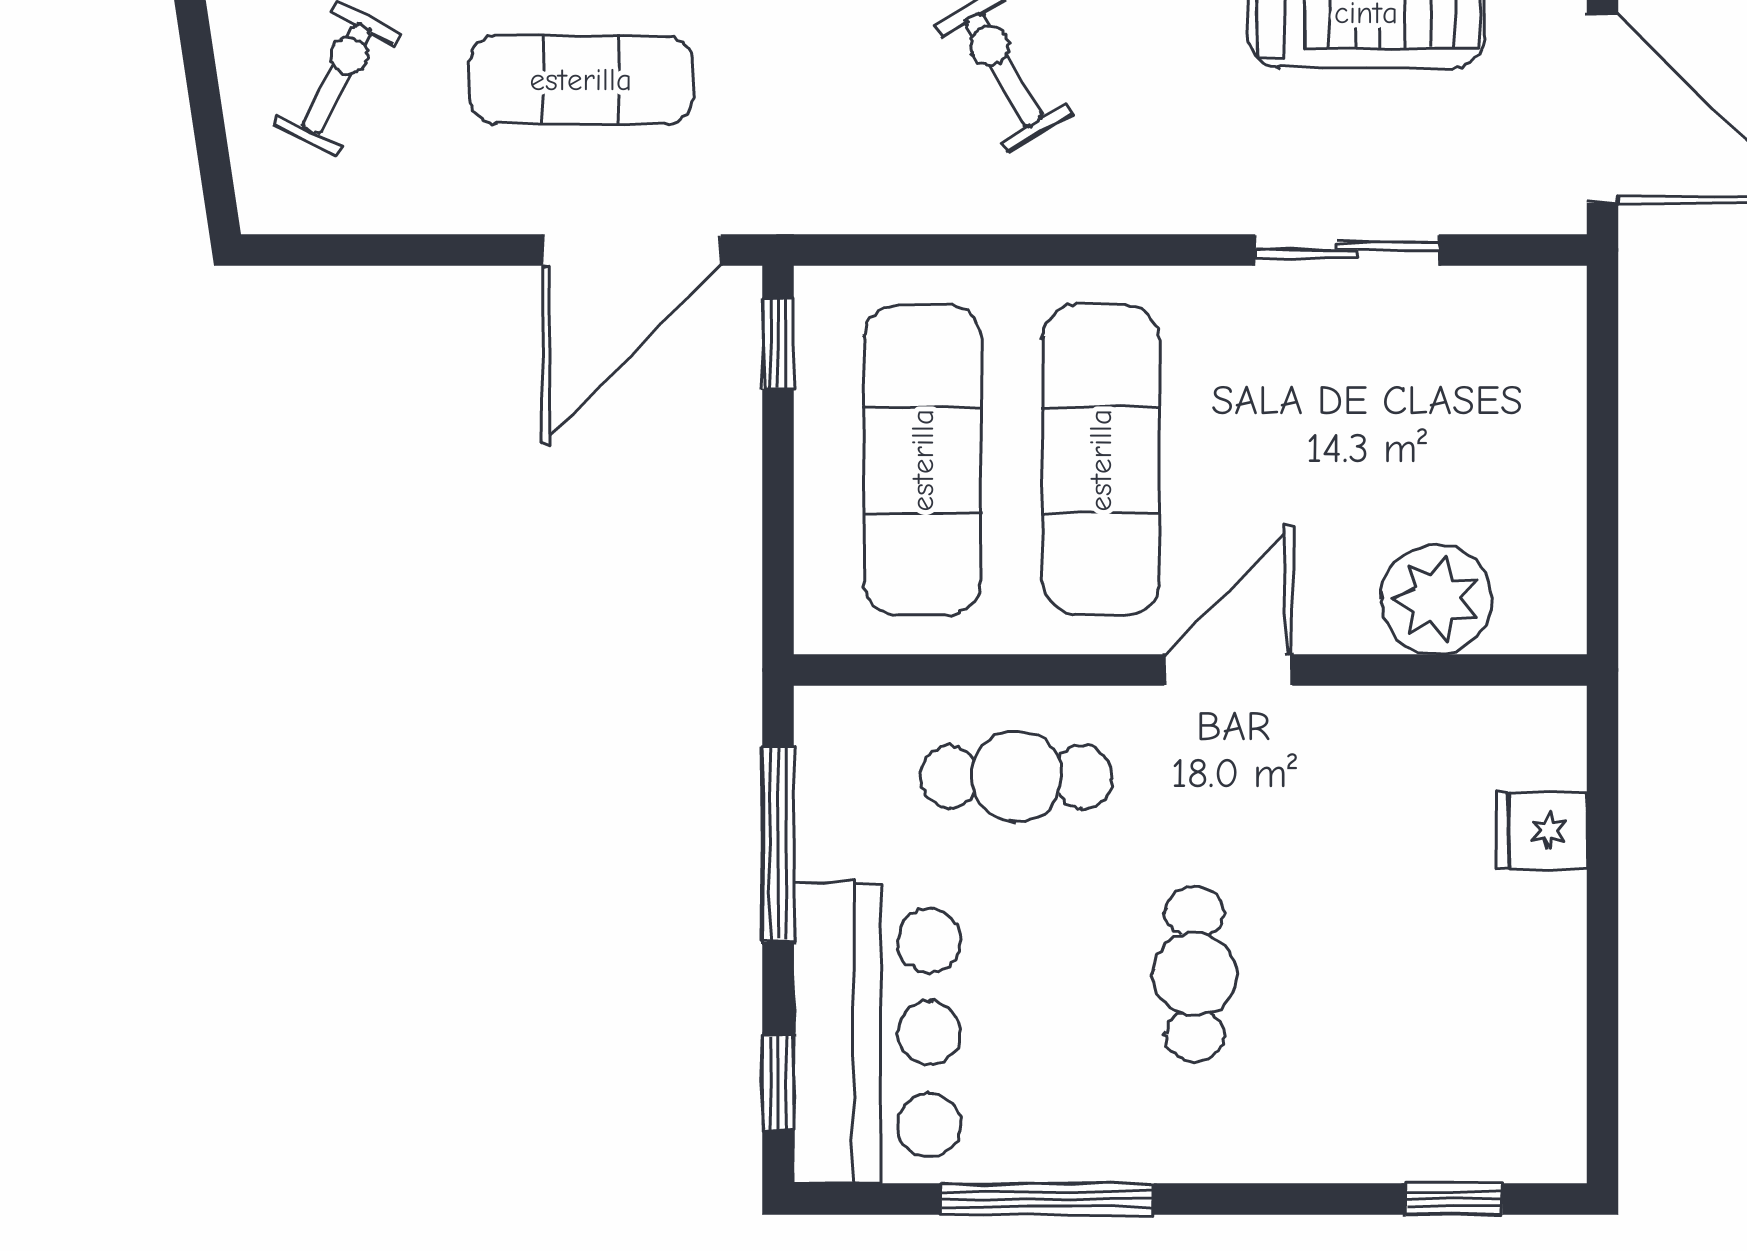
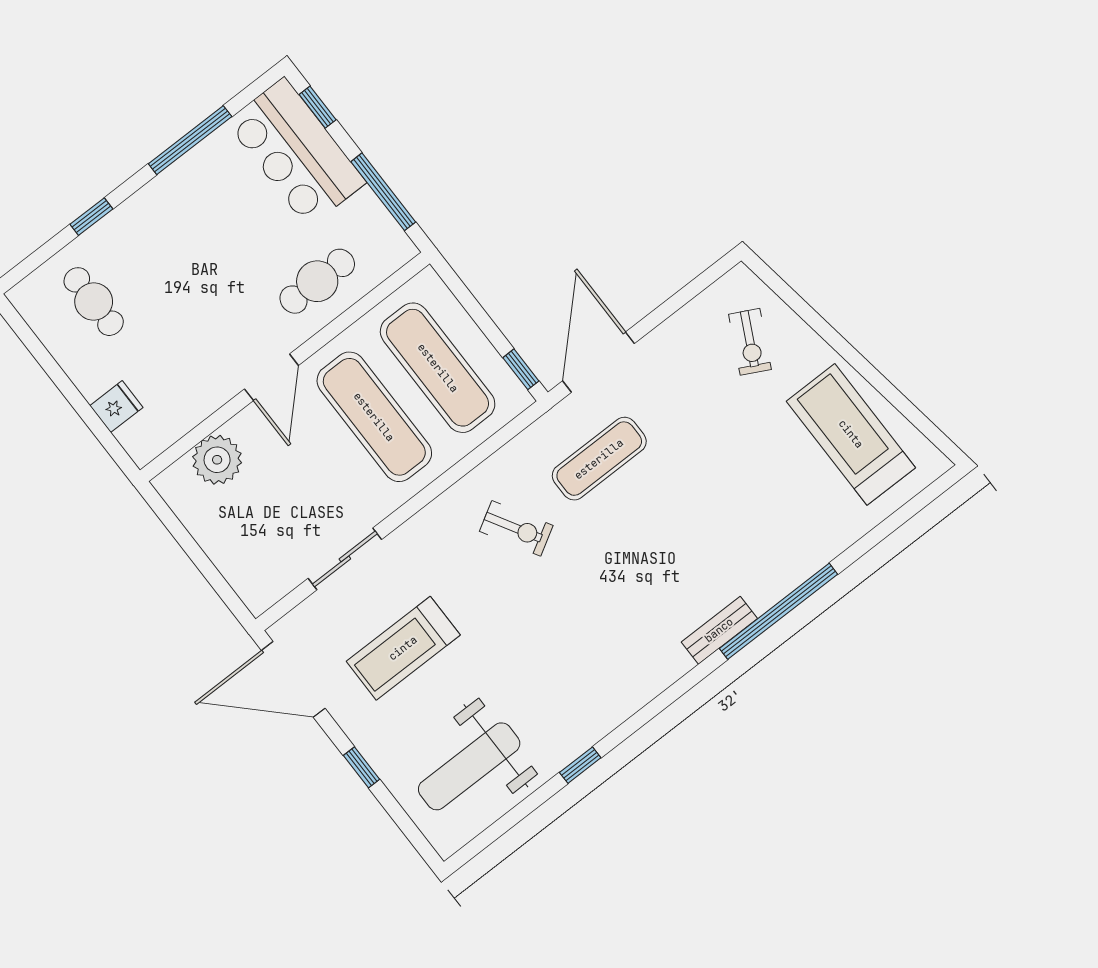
exercise mat: (581, 80) -> (599, 459), moved
cafe table: (1195, 974) -> (94, 302), moved
window: (1454, 1199) -> (91, 217), moved

